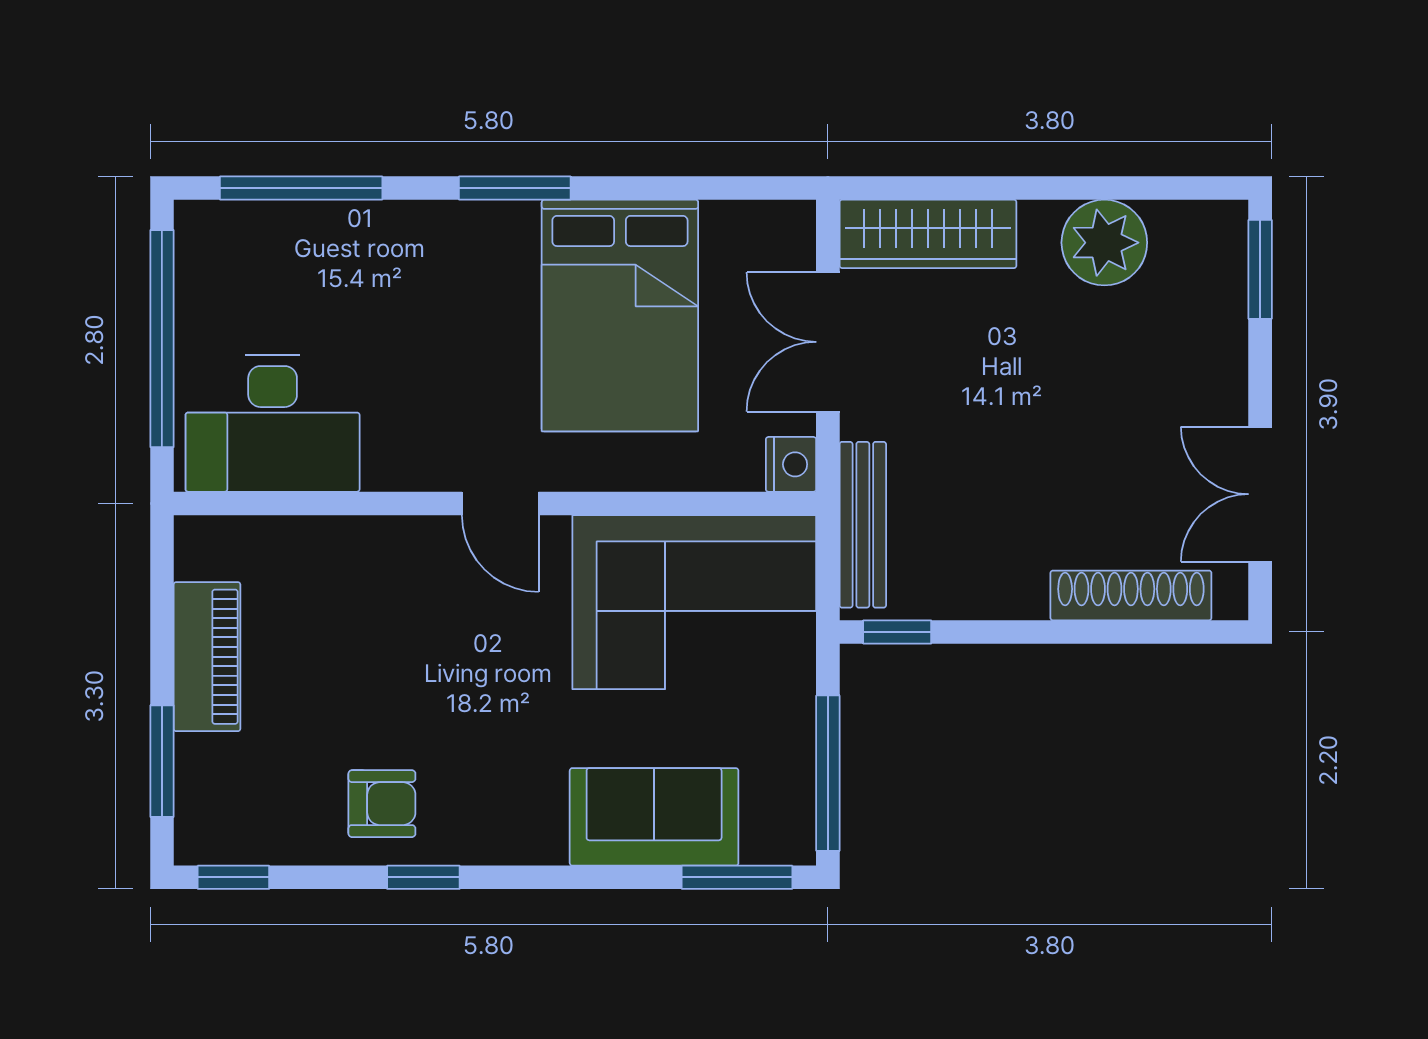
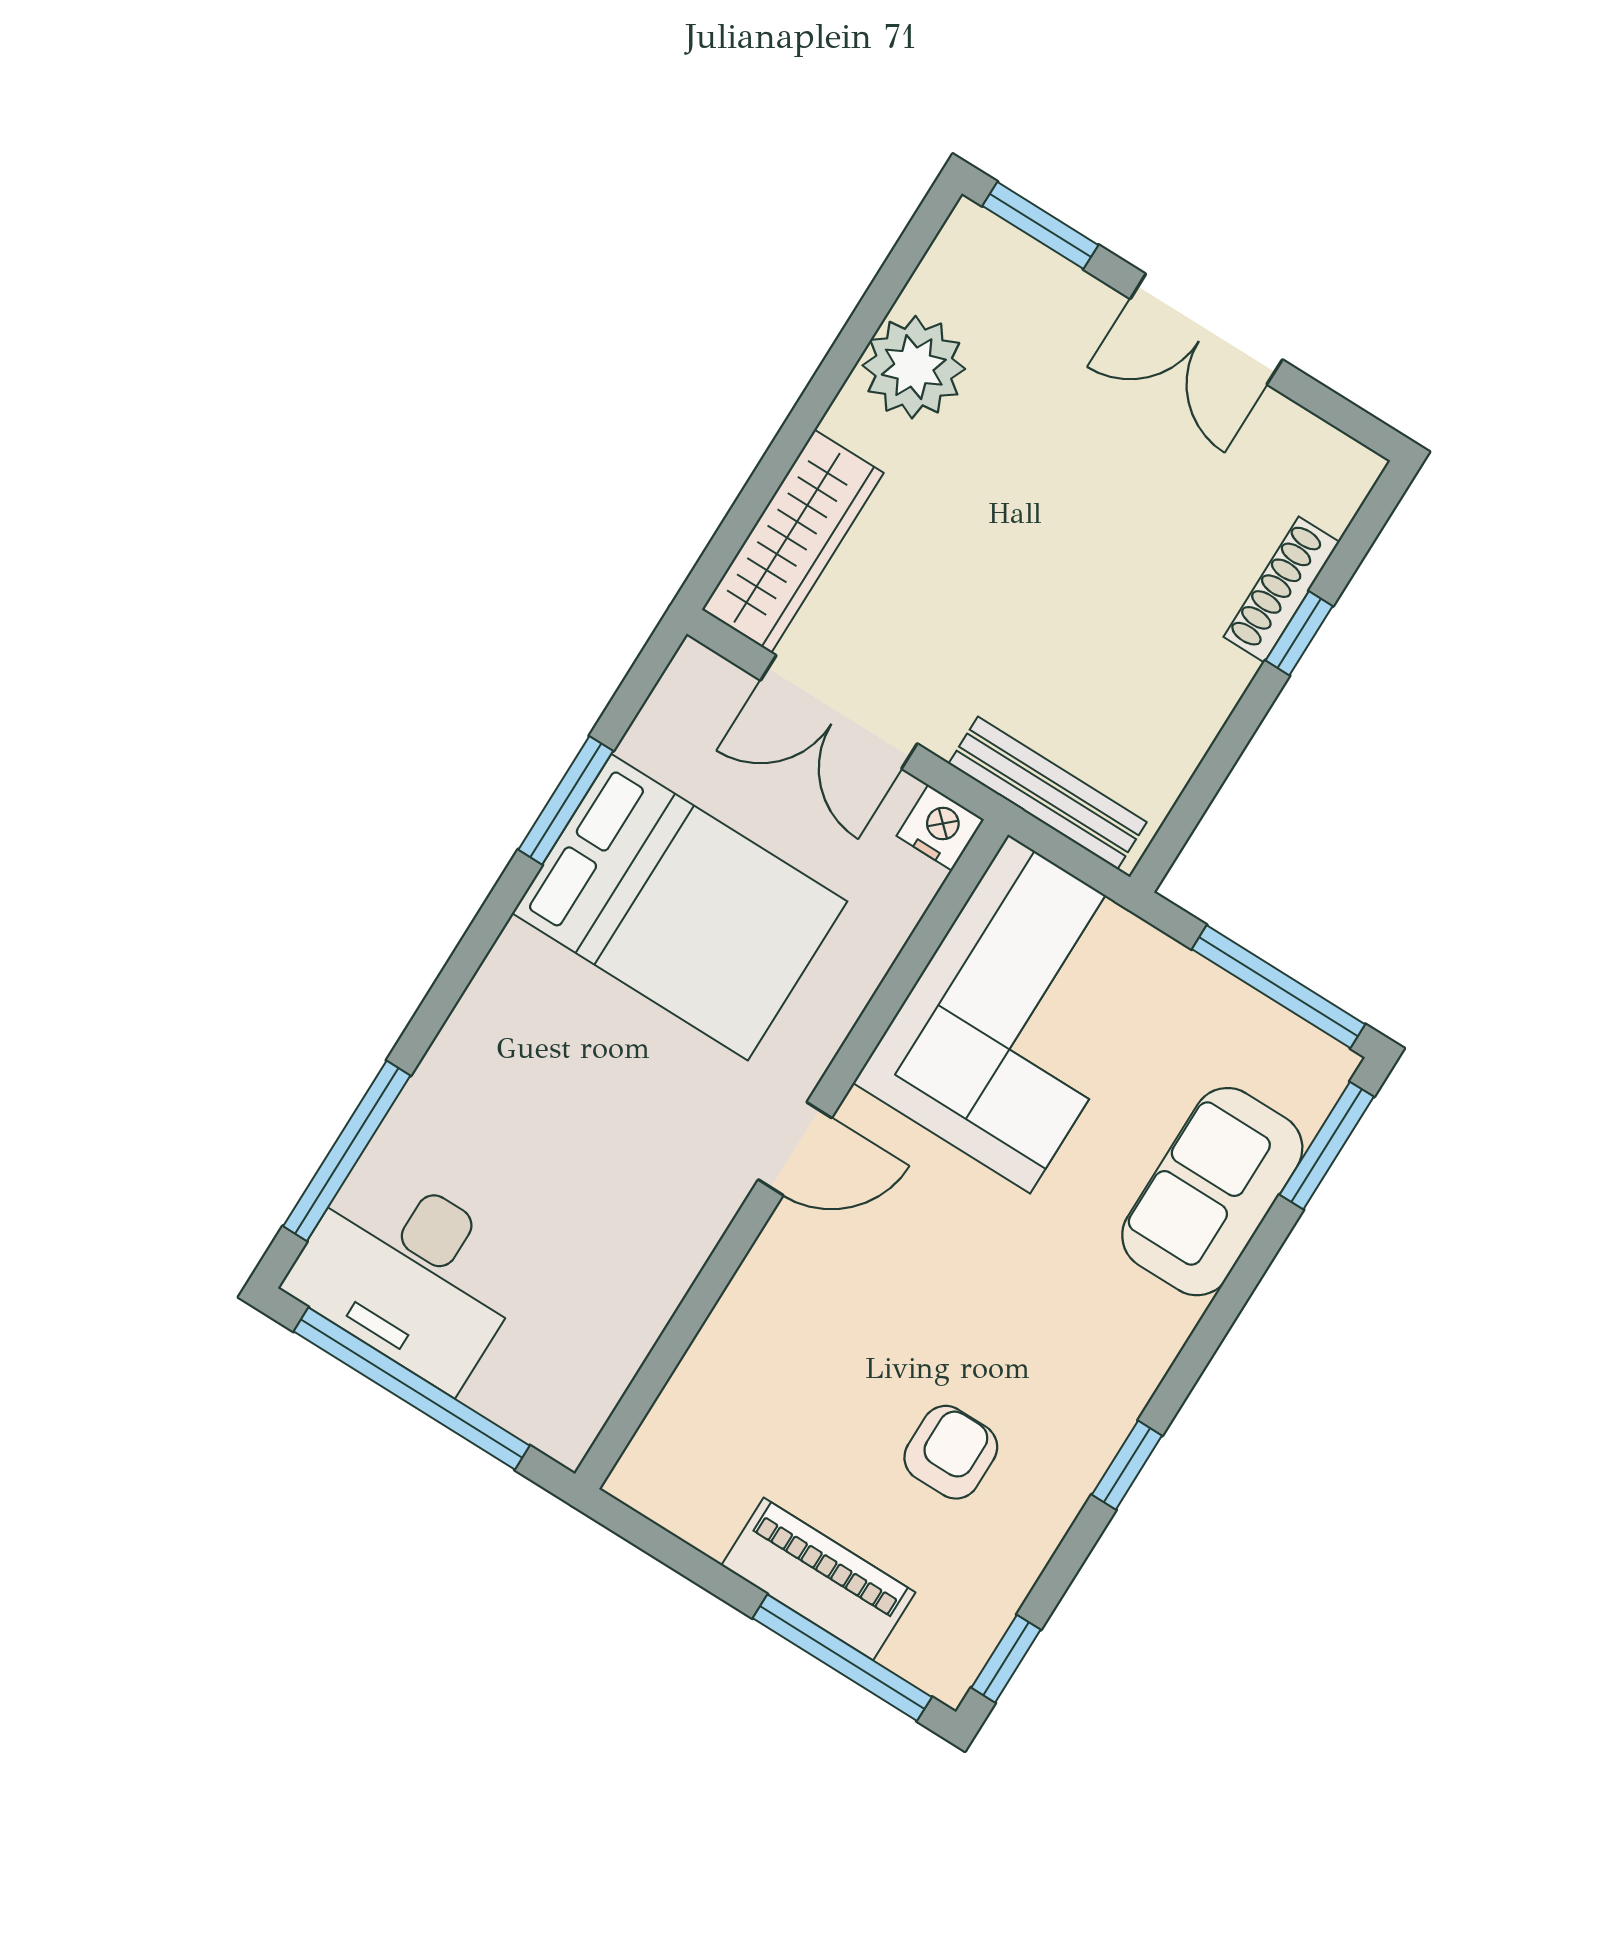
window: (515, 188) -> (566, 800), moved
desk: (273, 423) -> (410, 1274), moved, turned 90
double door: (1260, 494) -> (1206, 329), moved
shoe rack: (1131, 595) -> (1282, 589), width x0.74, depth x0.81
window: (897, 632) -> (1299, 633), moved
piano: (207, 657) -> (818, 1579), moved
window: (162, 761) -> (842, 1658), width x1.44
armchair: (382, 804) -> (951, 1452), moved

